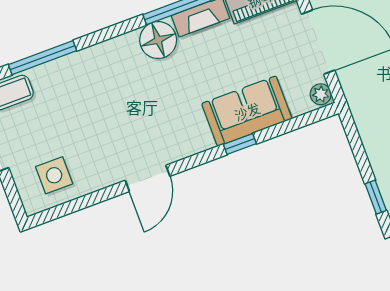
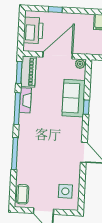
floor lamp: (158, 40) -> (27, 122), removed
window: (43, 58) -> (15, 154), moved

